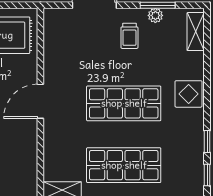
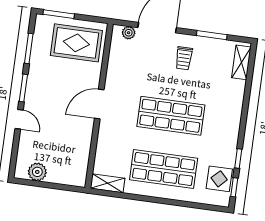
plant: (155, 15) -> (129, 33), moved
display table: (189, 94) -> (219, 179), moved

